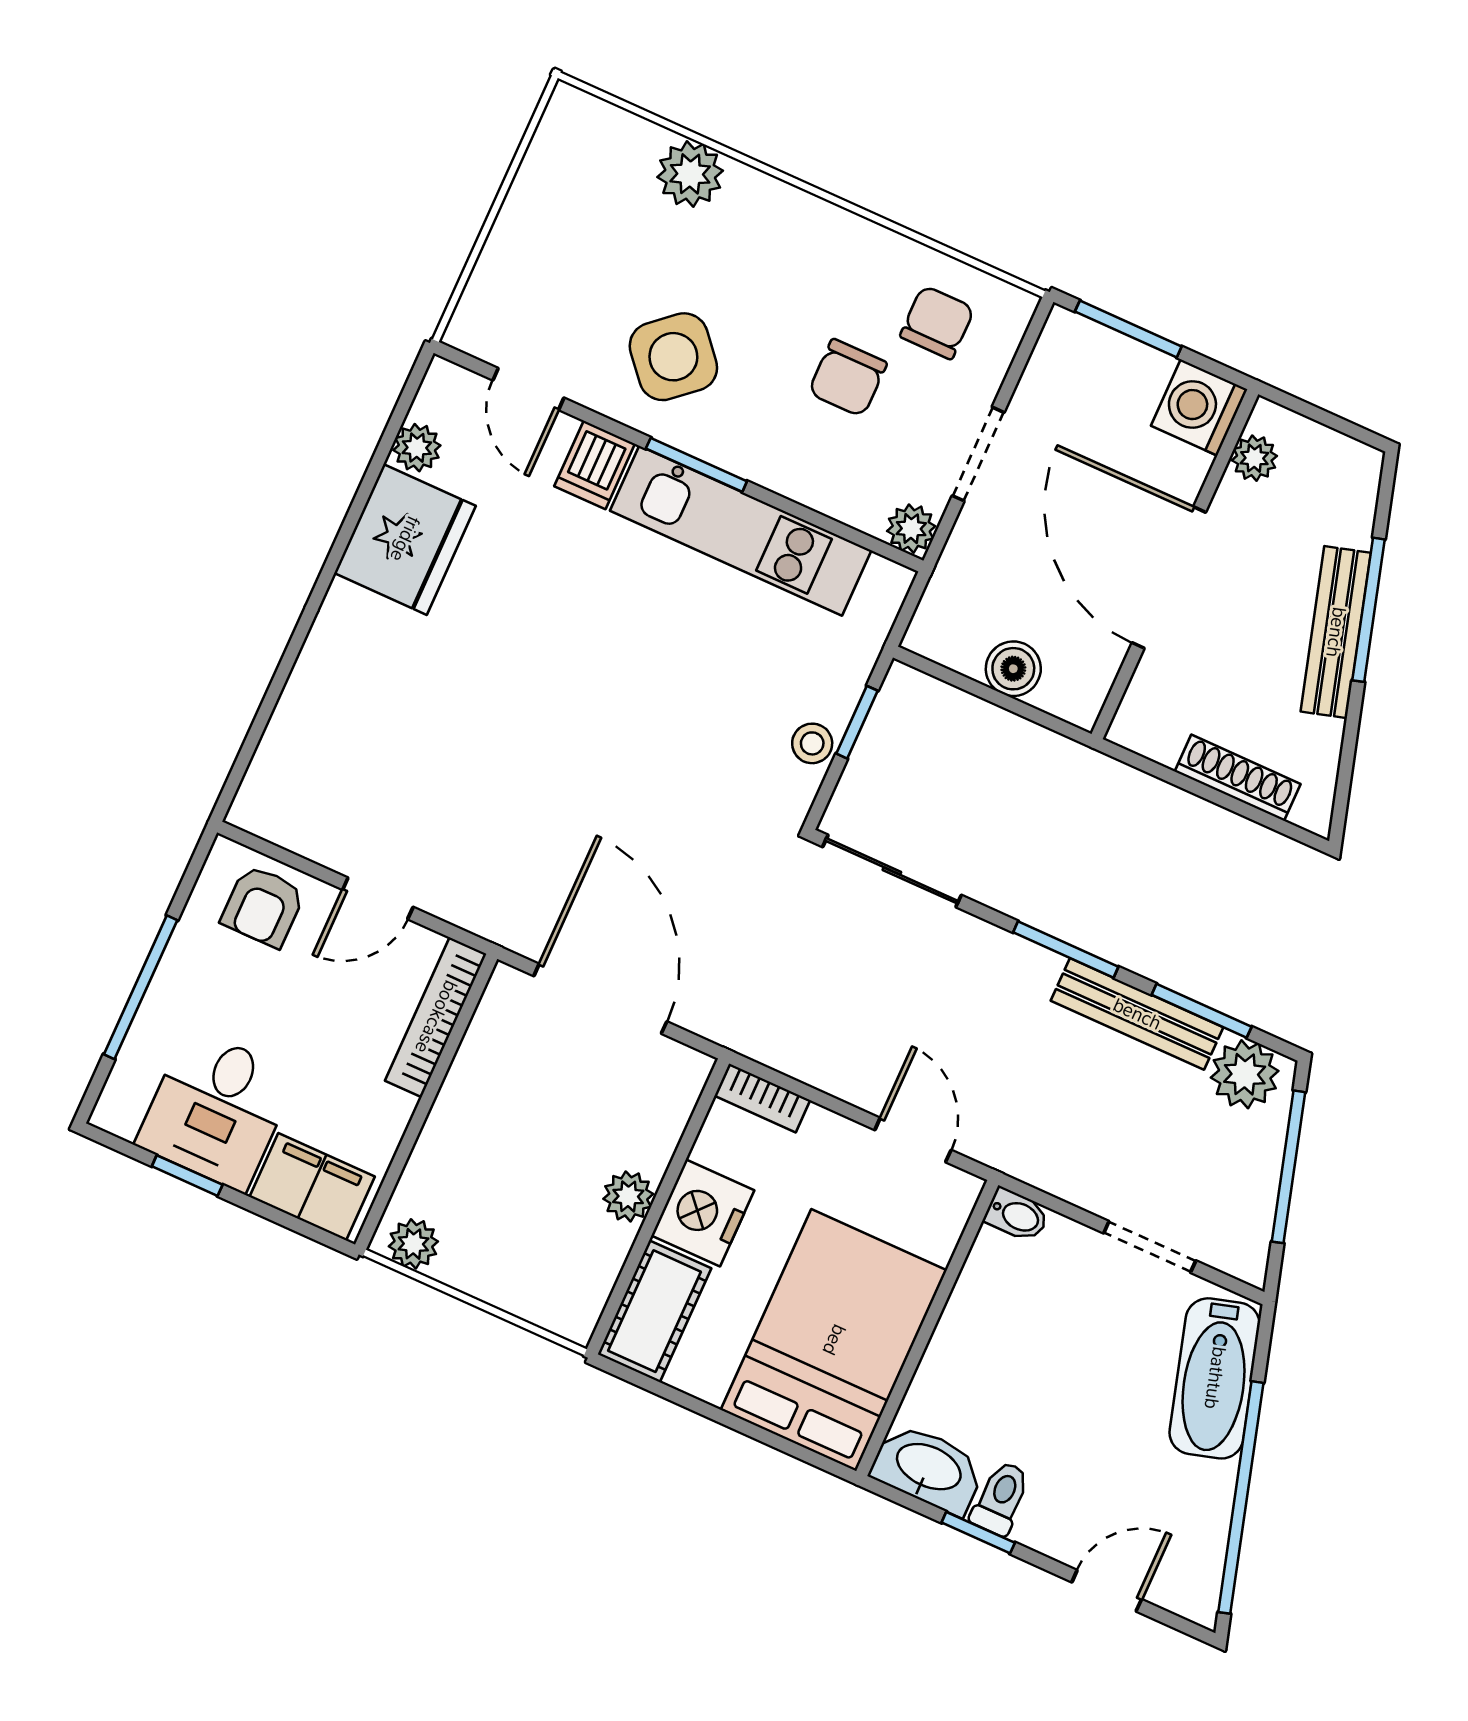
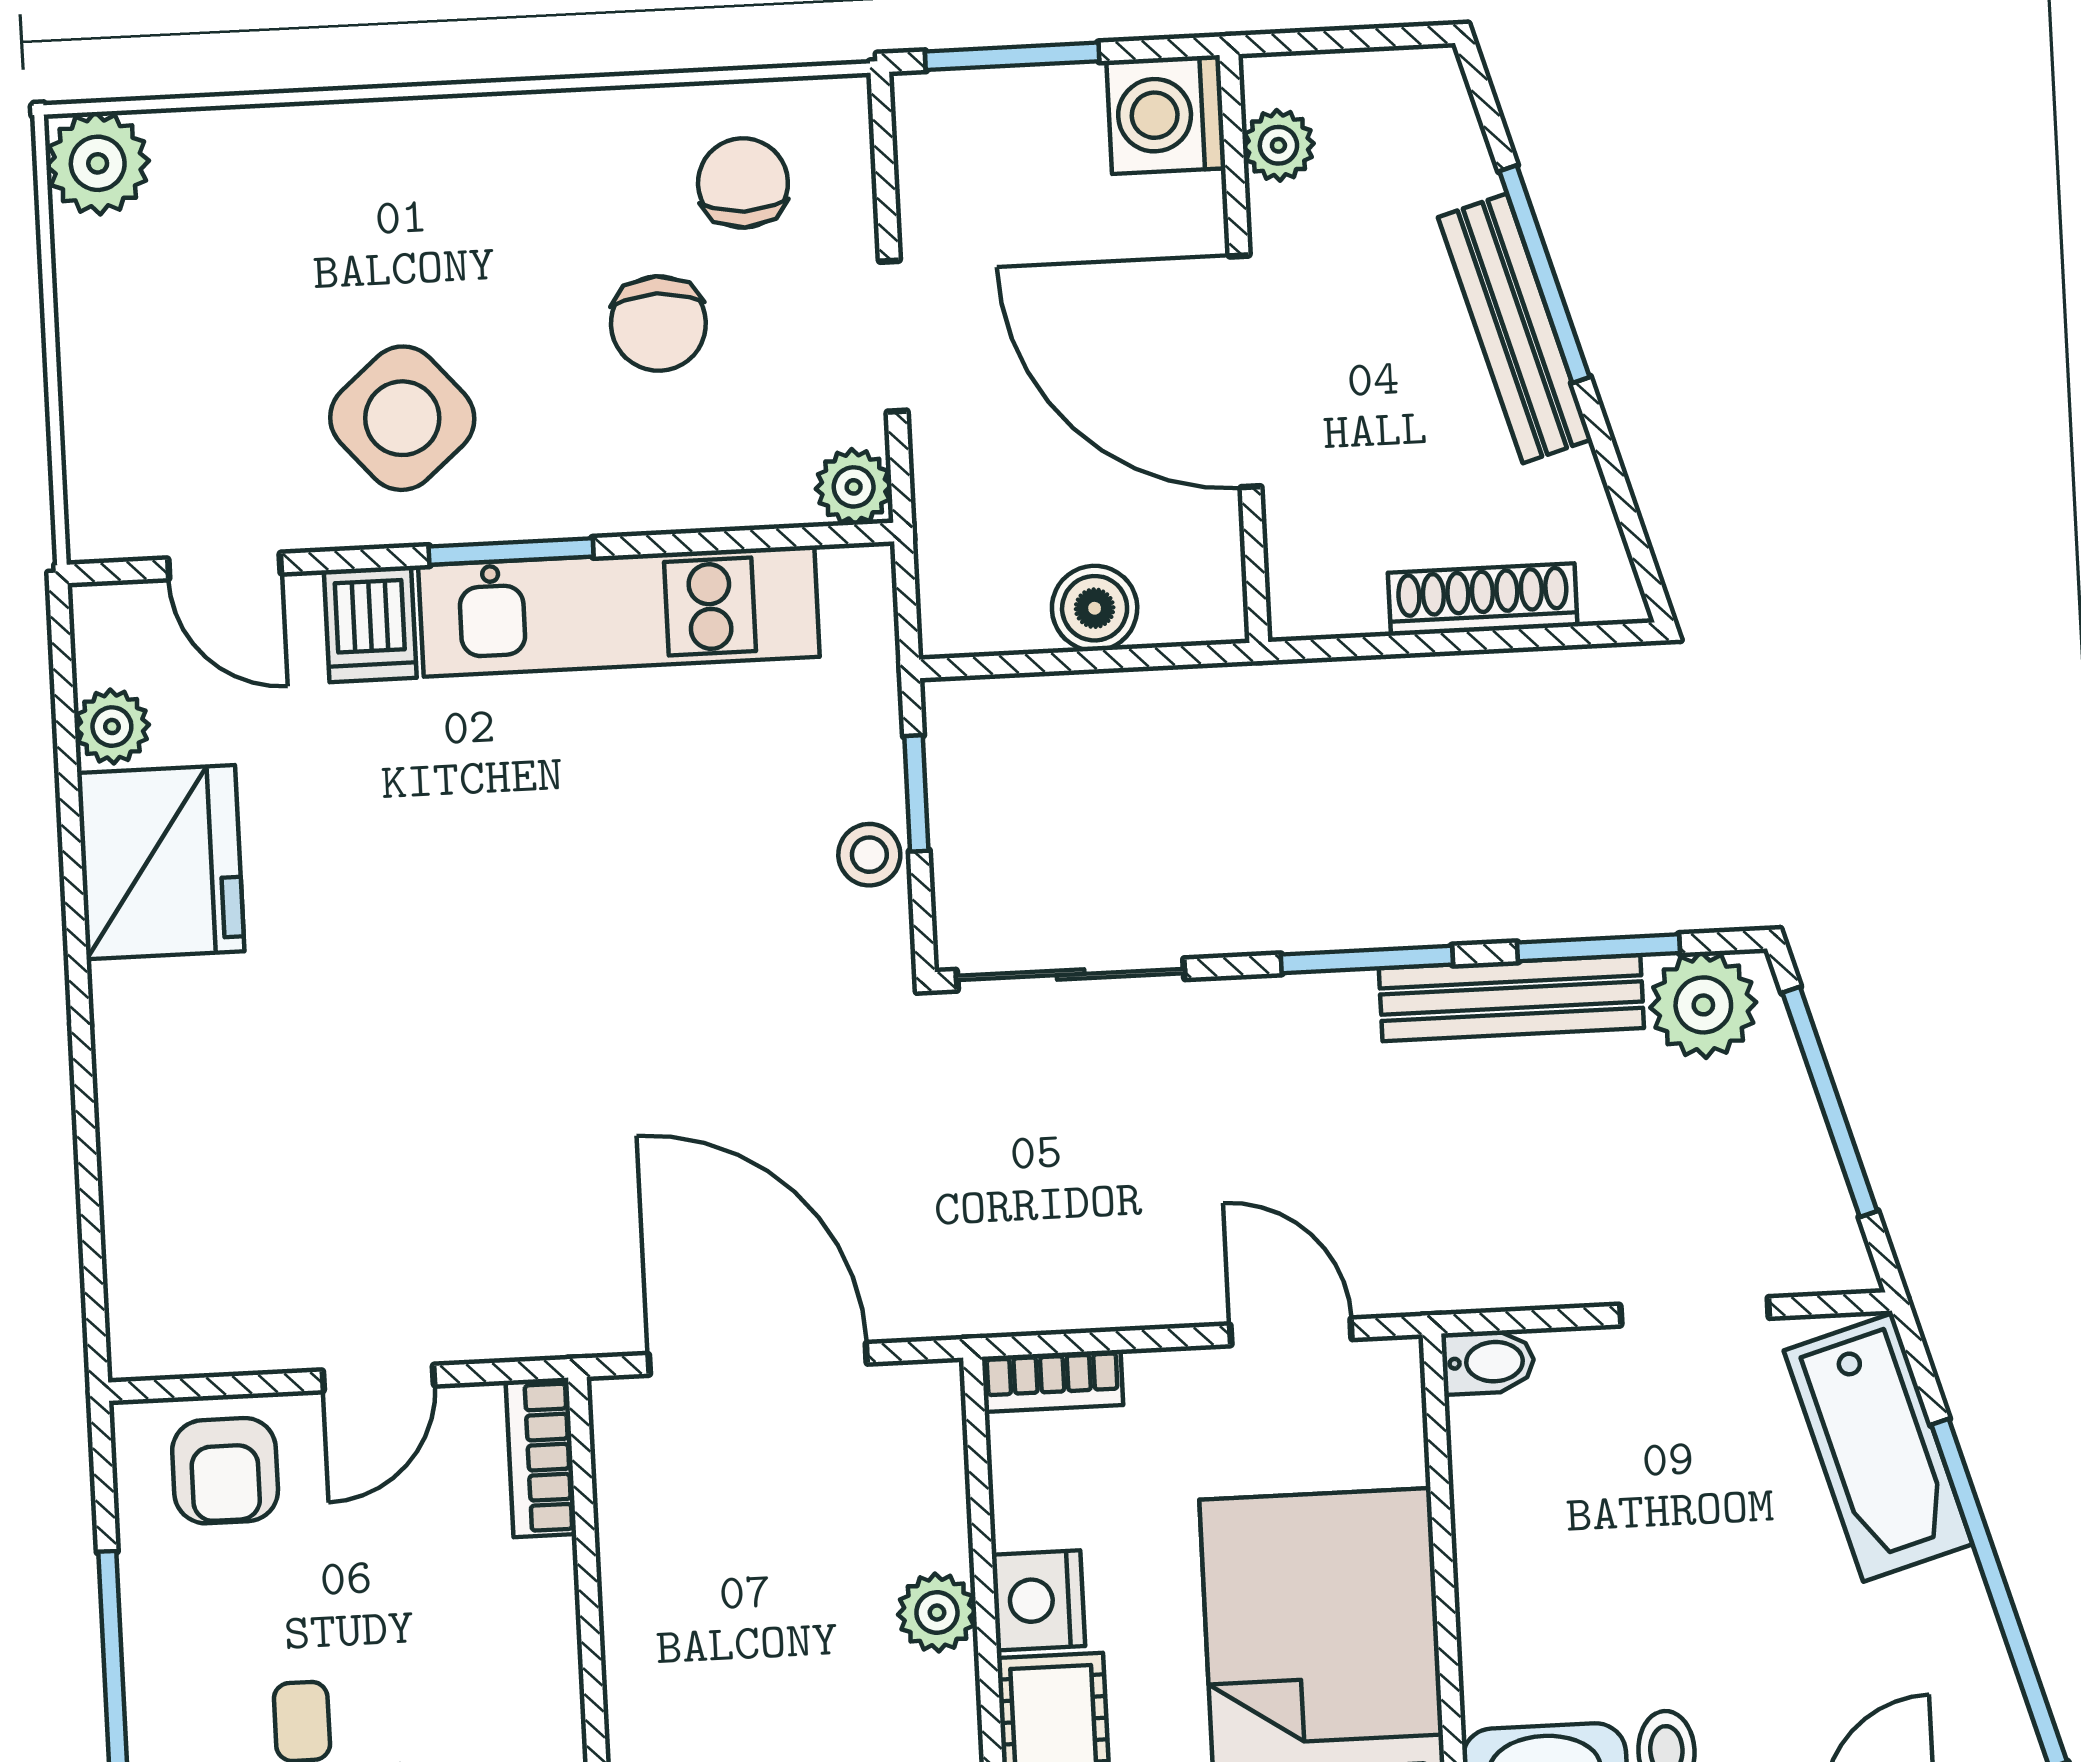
plant: (690, 174) -> (98, 163), moved
bookcase: (436, 1017) -> (541, 1458), width x0.64
nightstand: (703, 1213) -> (1038, 1600), width x0.74, depth x0.75

